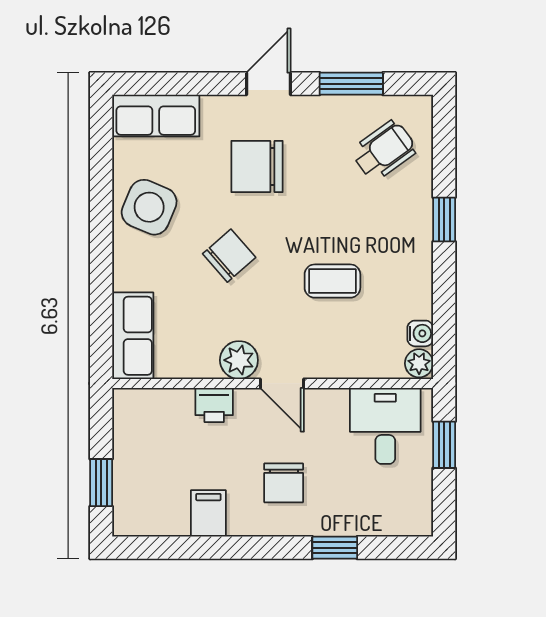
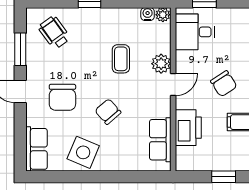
row of seats: (133, 336) -> (160, 140), moved, turned -90
plant: (239, 360) -> (161, 64), moved
printer: (214, 405) -> (188, 128), width x1.87, depth x1.48
chair: (284, 483) -> (224, 84), turned 57

